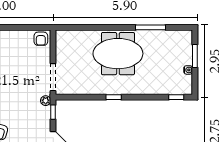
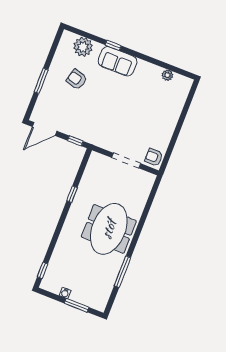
doorway: (53, 77) -> (126, 161), moved
window: (114, 97) -> (72, 194), moved
plant: (46, 101) -> (90, 138), removed

